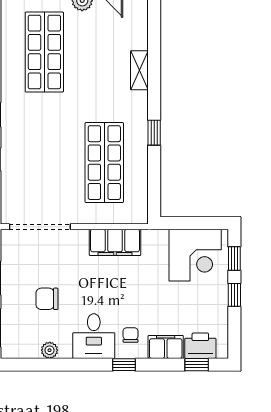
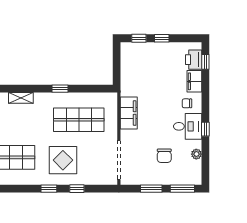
display table: (40, 137) -> (63, 160), added
corner desk: (195, 255) -> (137, 63), removed
window: (124, 365) -> (205, 129), moved

